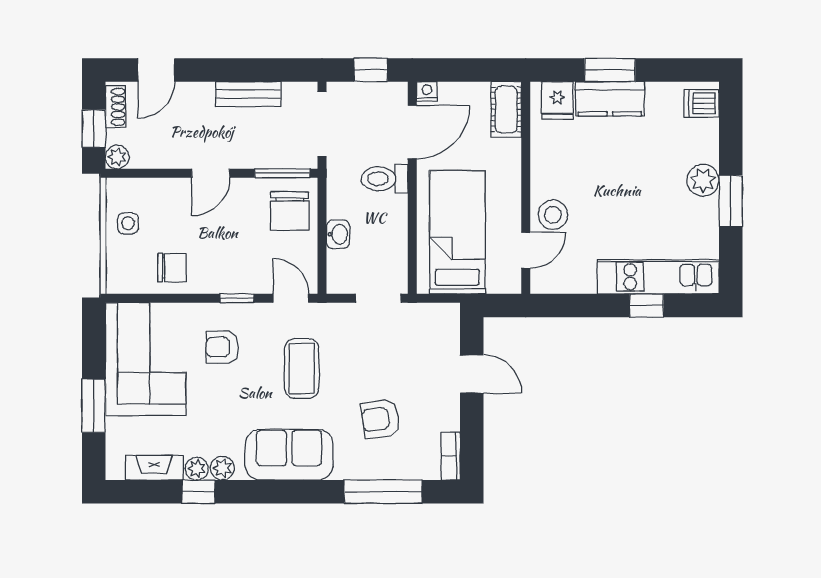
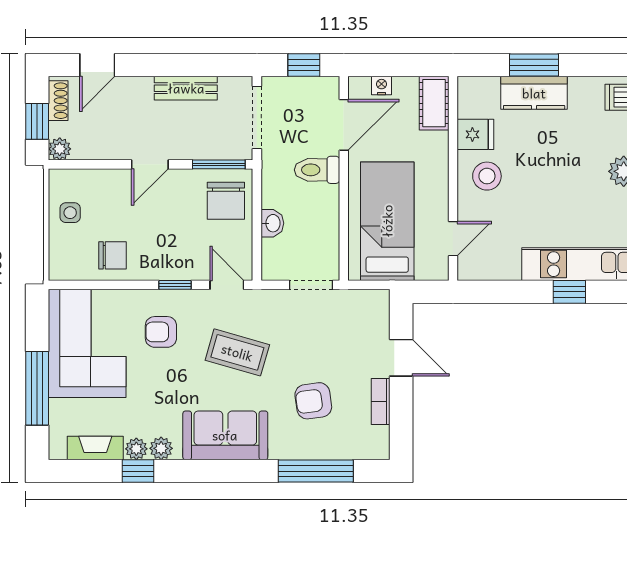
nightstand: (427, 91) -> (382, 86), moved
fridge: (557, 100) -> (475, 134), moved, turned -90
stool: (553, 215) -> (487, 176), moved
coffee table: (302, 368) -> (237, 352), turned -74
window: (94, 406) -> (37, 388), width x1.44
bookcase: (451, 456) -> (381, 401), moved

